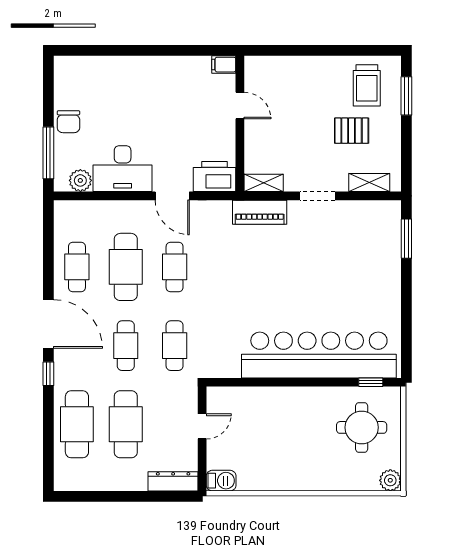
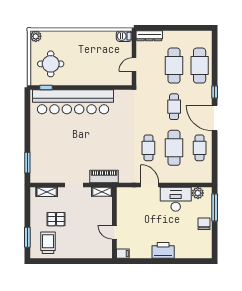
printer: (215, 177) -> (163, 250), moved, turned 180
cafe table: (175, 346) -> (148, 107), removed

